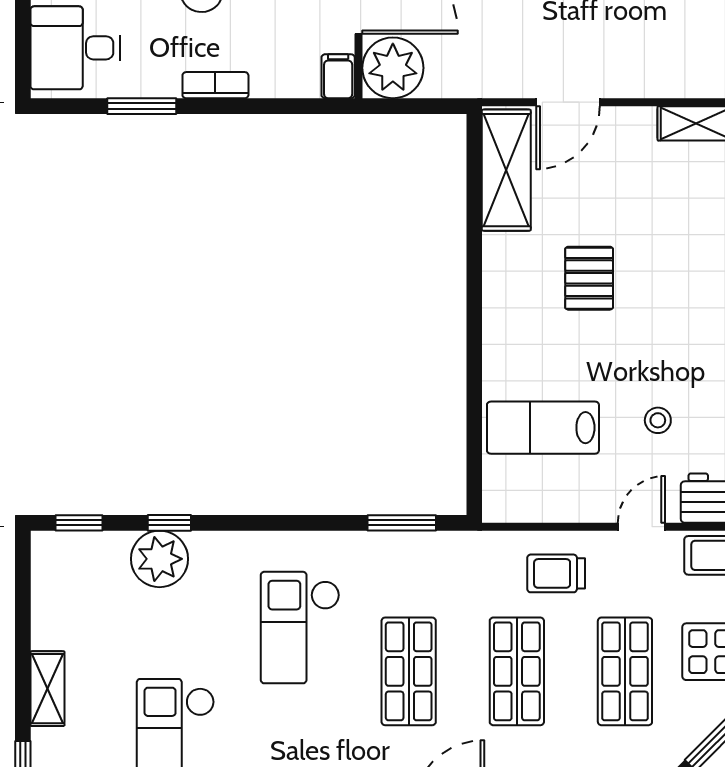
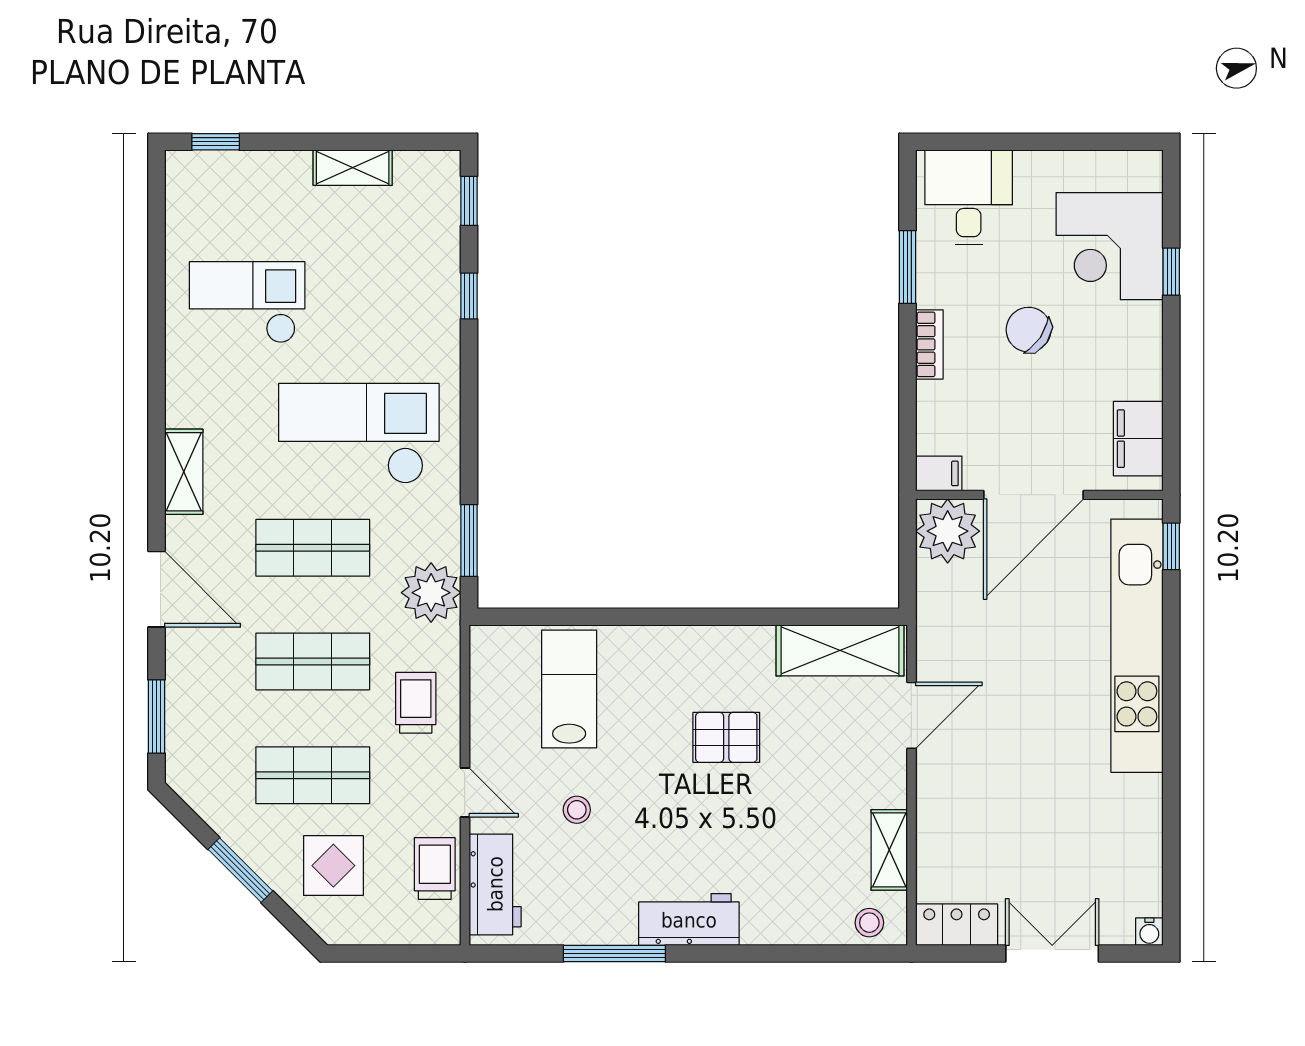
door: (568, 102) -> (911, 715), swing flipped
plant: (159, 559) -> (431, 593), moved
checkout: (300, 628) -> (359, 433), width x1.36, depth x1.21
shelving: (47, 689) -> (353, 168), moved

